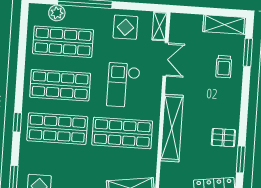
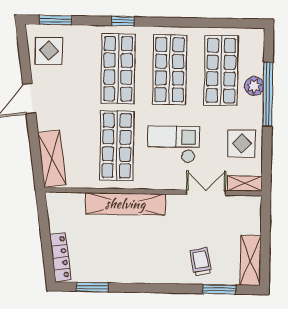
plant: (57, 13) -> (254, 86), moved
double door: (166, 59) -> (206, 193), swing flipped
trolley: (224, 67) -> (201, 262), turned 79
pallet: (223, 138) -> (117, 265), removed

